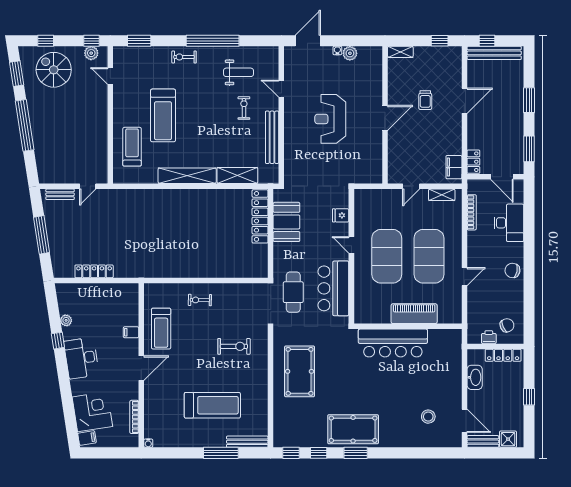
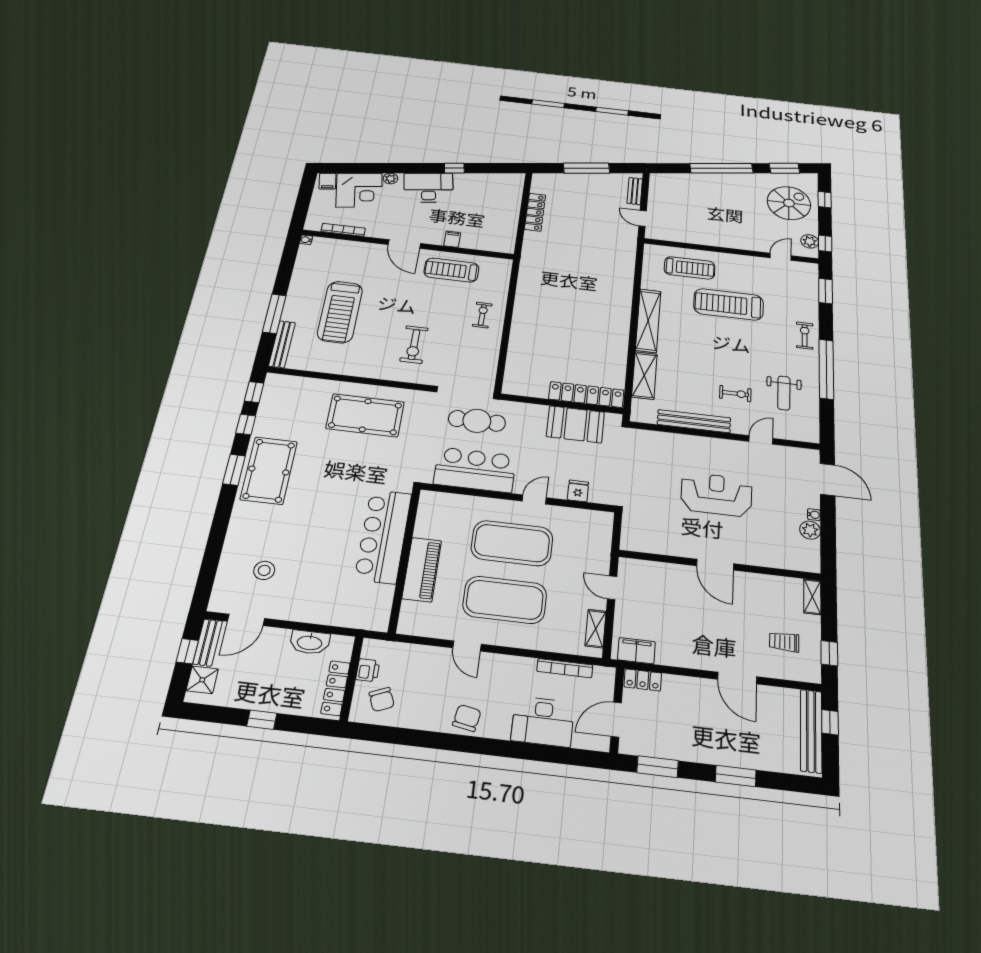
trolley: (425, 100) -> (784, 642), moved
plant: (66, 320) -> (390, 179), moved
window: (490, 453) -> (187, 651), added

